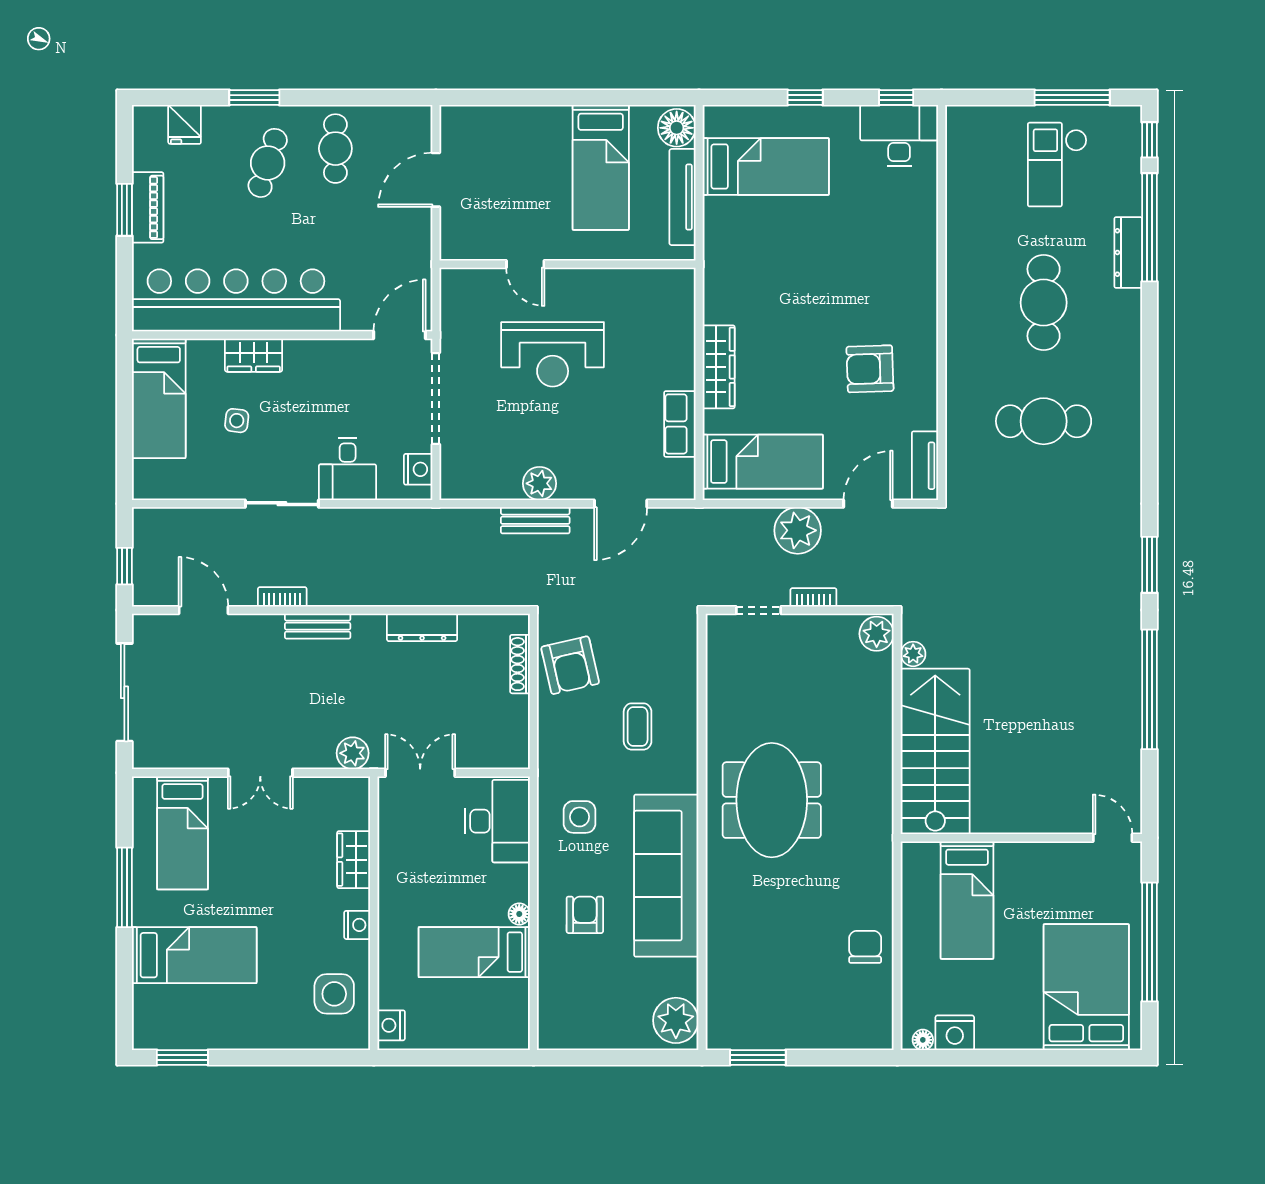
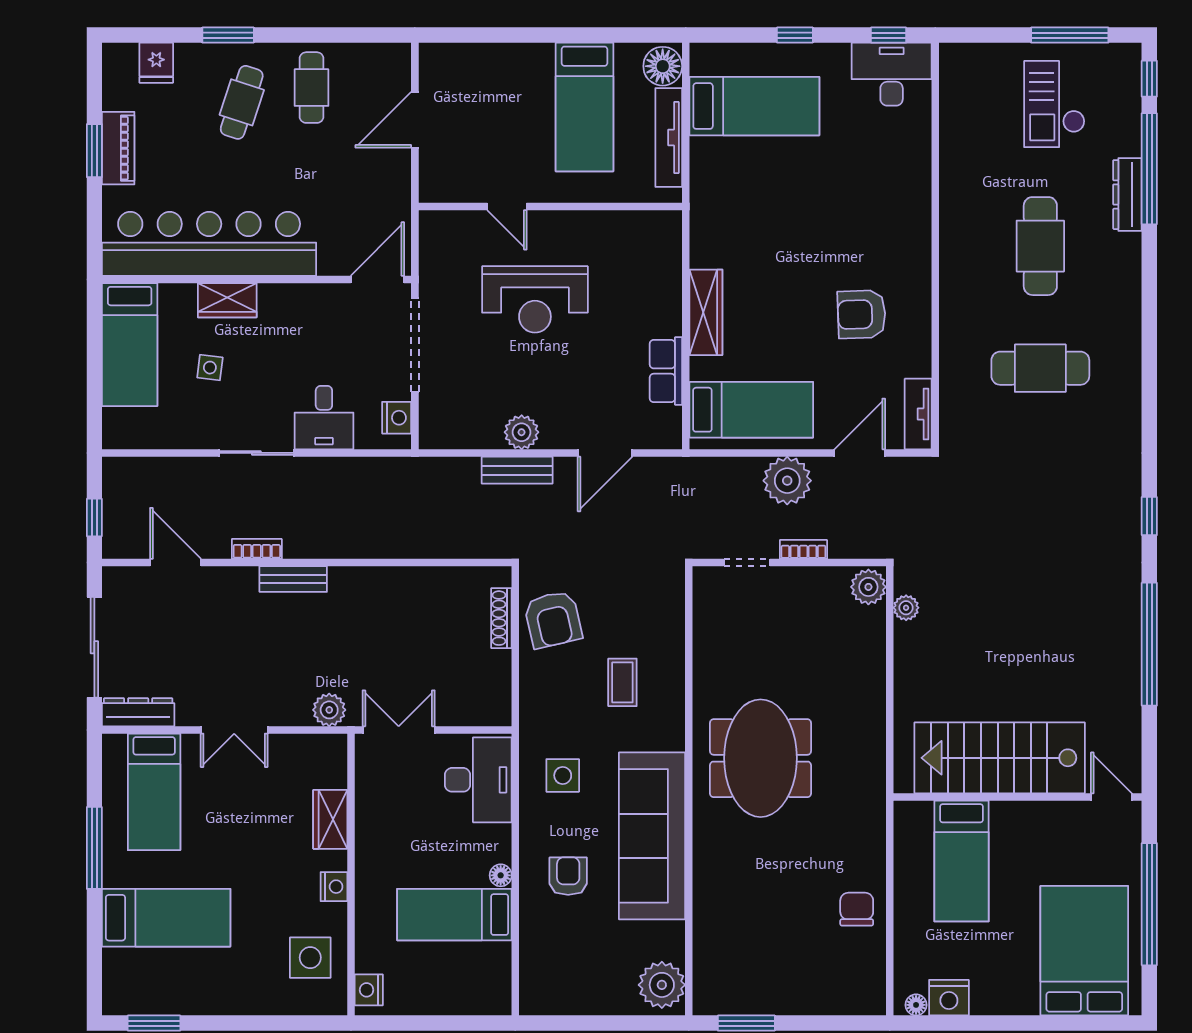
window: (1149, 565) -> (1149, 516), width x0.67
dresser: (422, 627) -> (138, 712), moved, turned 180
stairs: (935, 751) -> (1000, 758), moved, turned -90

